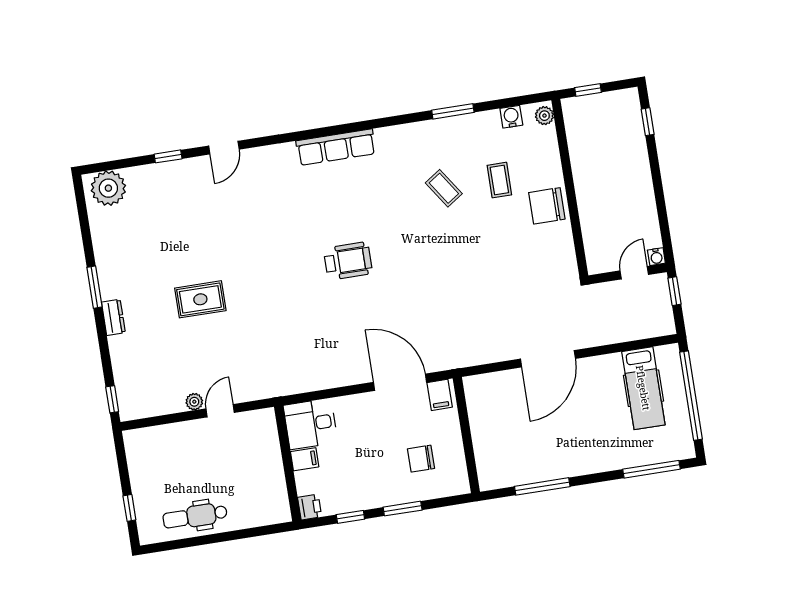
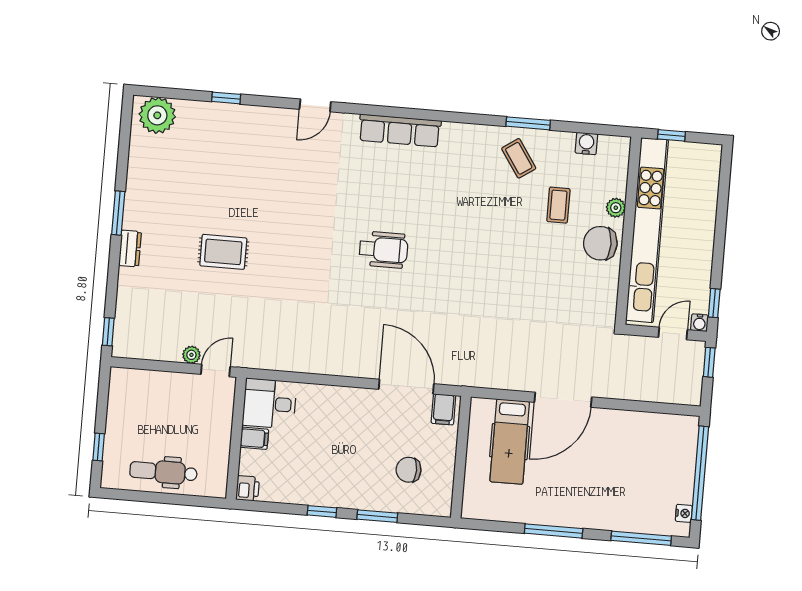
plant: (544, 116) -> (616, 208), moved
window: (648, 122) -> (714, 303), moved
door: (224, 148) -> (315, 105), moved
kitchen unit: (587, 183) -> (647, 230), added
coffee table: (444, 188) -> (519, 158), moved
hospital bed: (643, 388) -> (510, 442), moved
desk: (311, 424) -> (269, 404), moved
nightstand: (685, 436) -> (684, 513), added
filing cabinet: (305, 459) -> (254, 438), moved
wall: (288, 463) -> (236, 438), moved
window: (542, 486) -> (554, 531), moved
printer: (310, 507) -> (248, 488), moved

